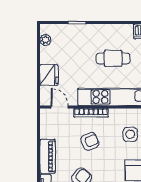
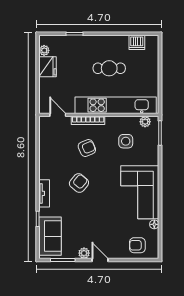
fridge: (49, 75) -> (48, 67), moved
piano: (48, 156) -> (46, 162), removed

